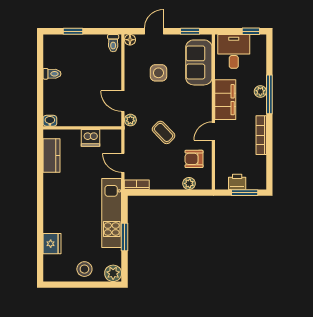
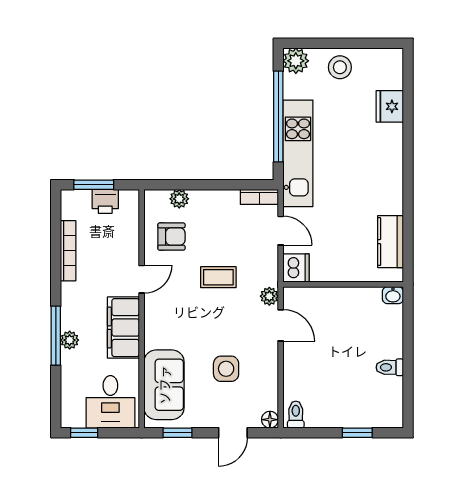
coffee table: (164, 132) -> (218, 277), turned -46
bookcase: (261, 135) -> (68, 251), moved
dishwasher: (90, 138) -> (296, 268), moved, turned 90
window: (124, 237) -> (278, 117), width x2.11

